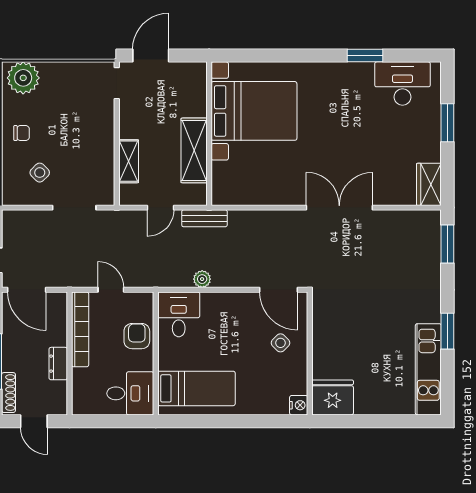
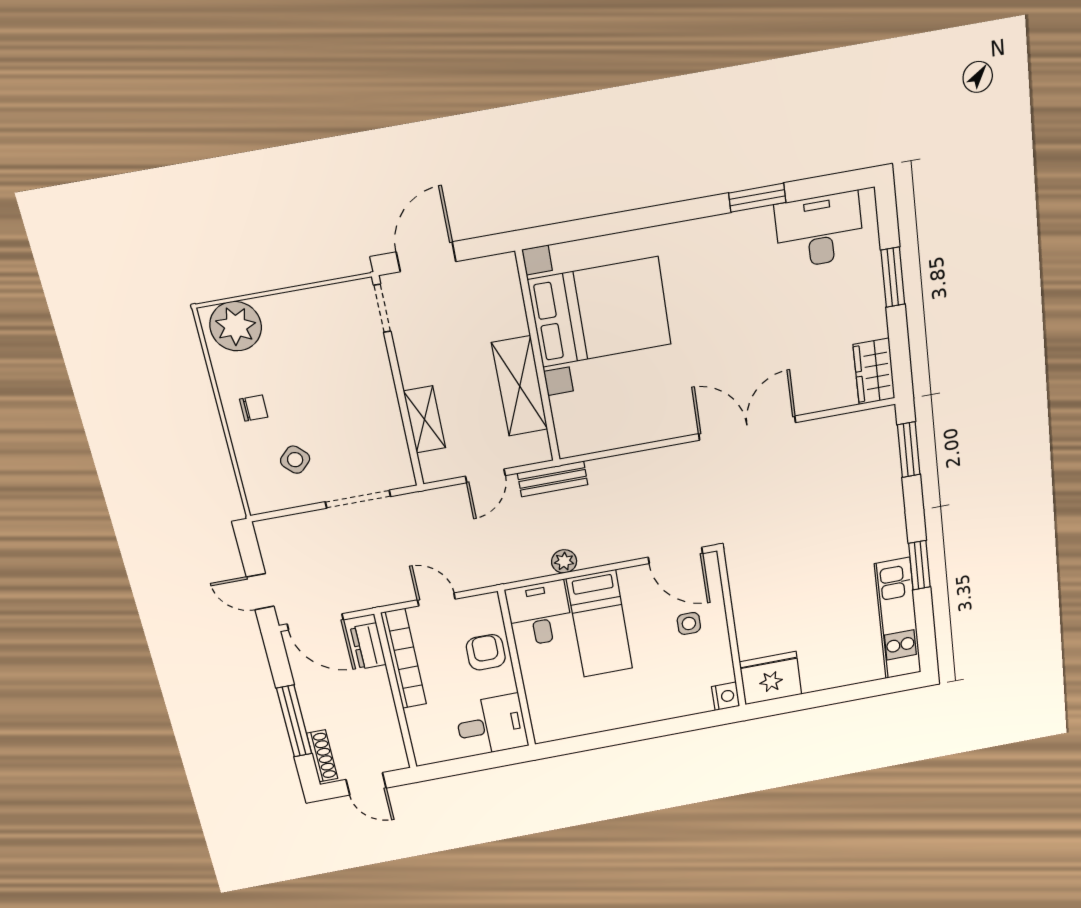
side table: (280, 343) -> (689, 623), turned 45
dresser: (58, 364) -> (368, 646), moved
bed: (196, 388) -> (600, 624), moved, turned 90

